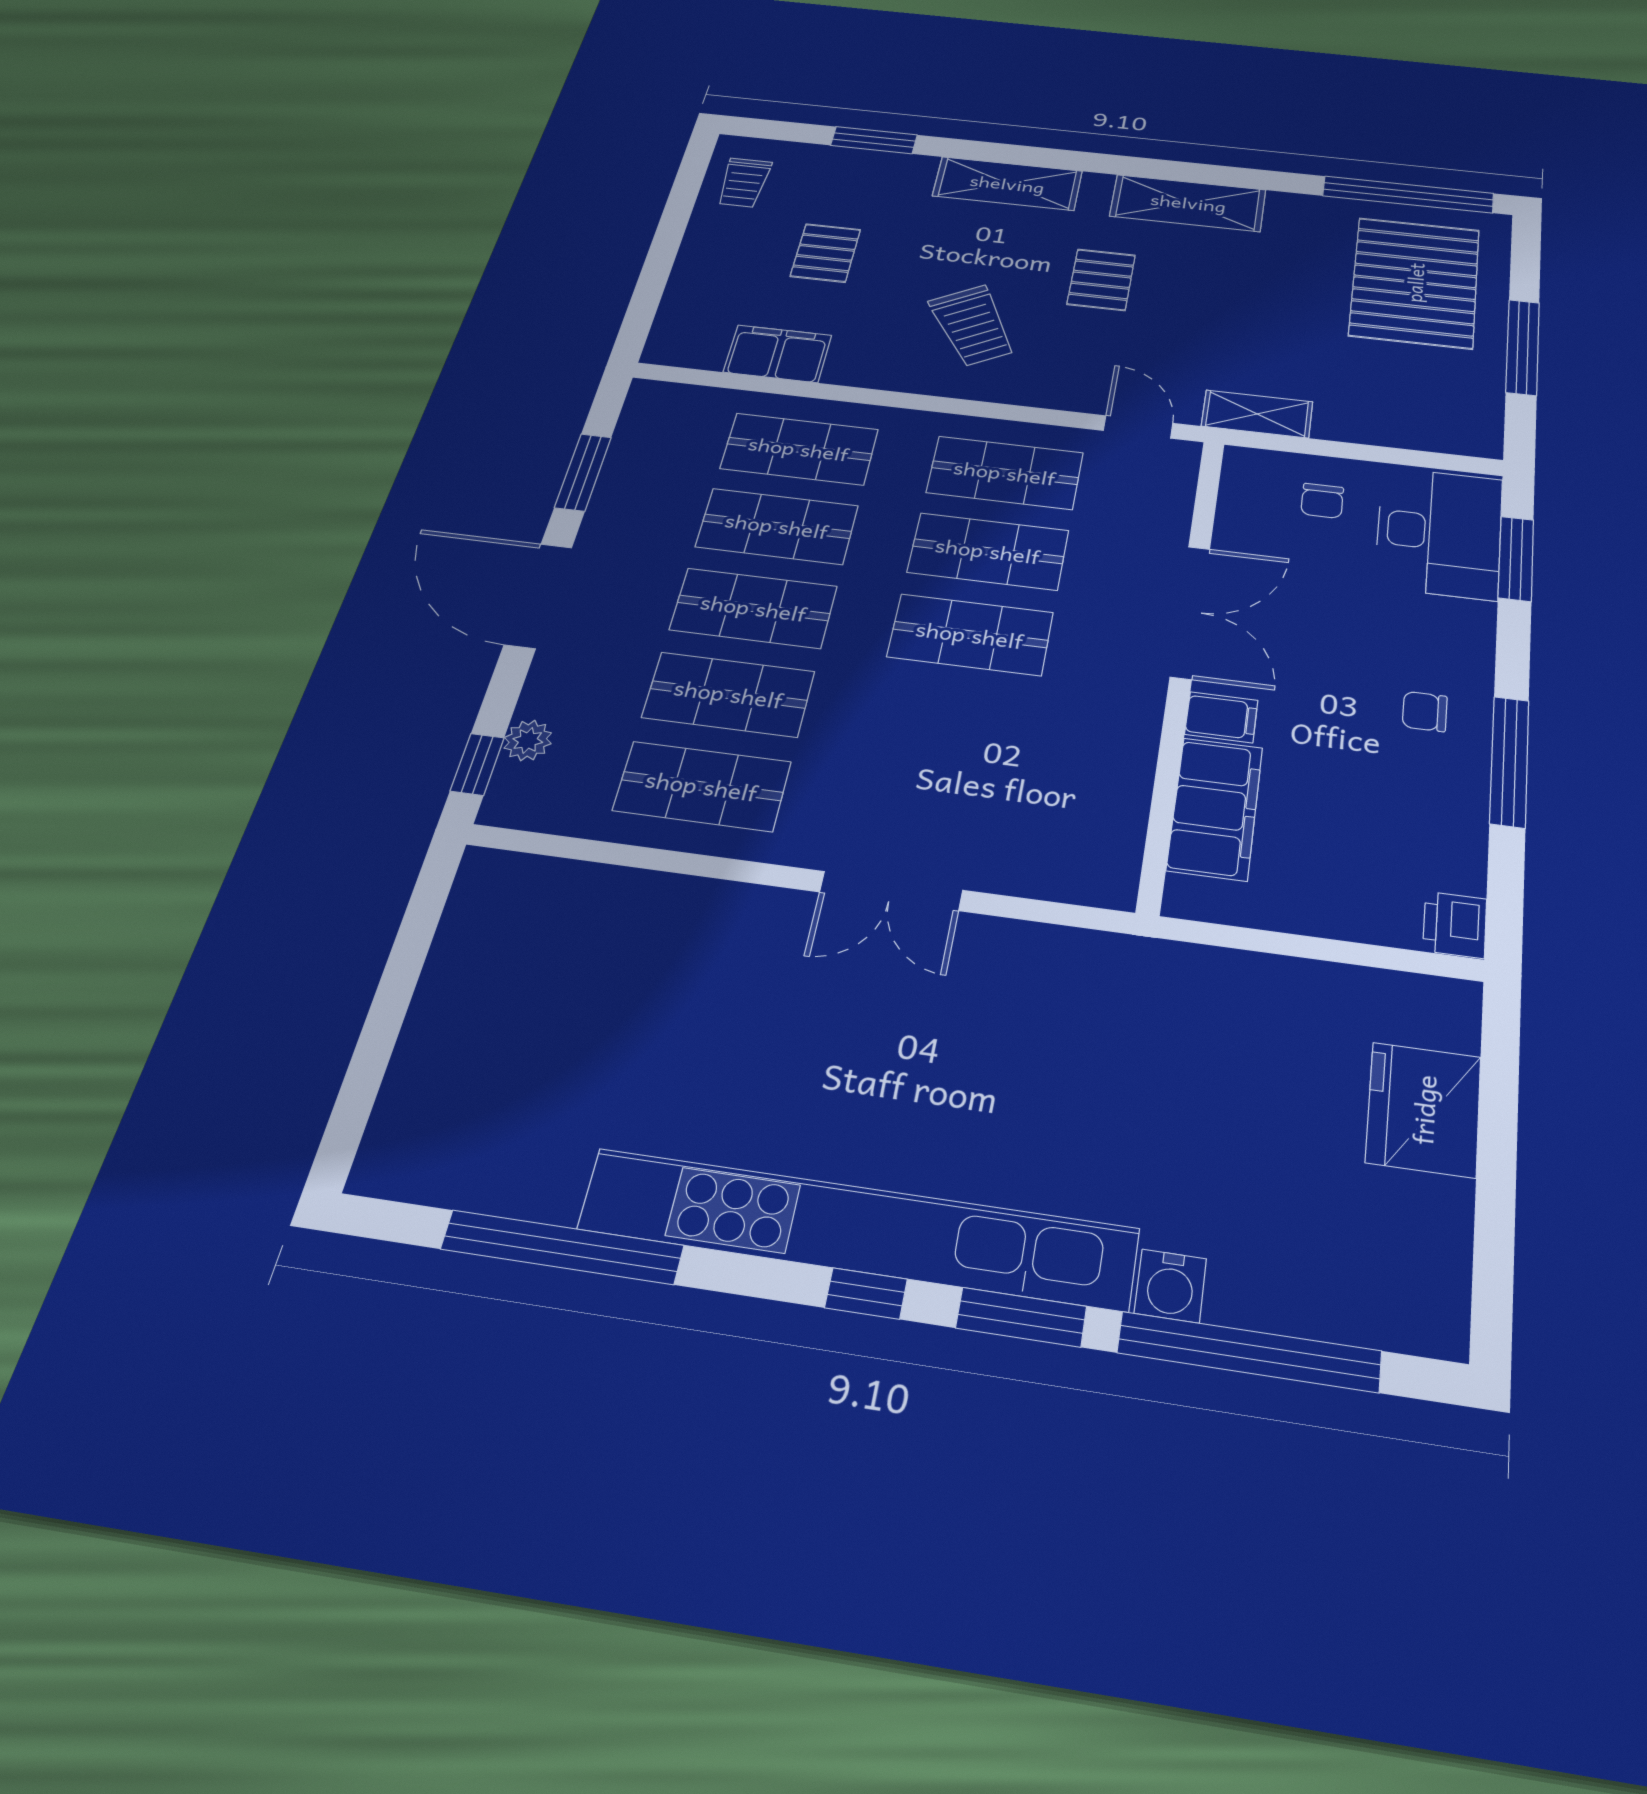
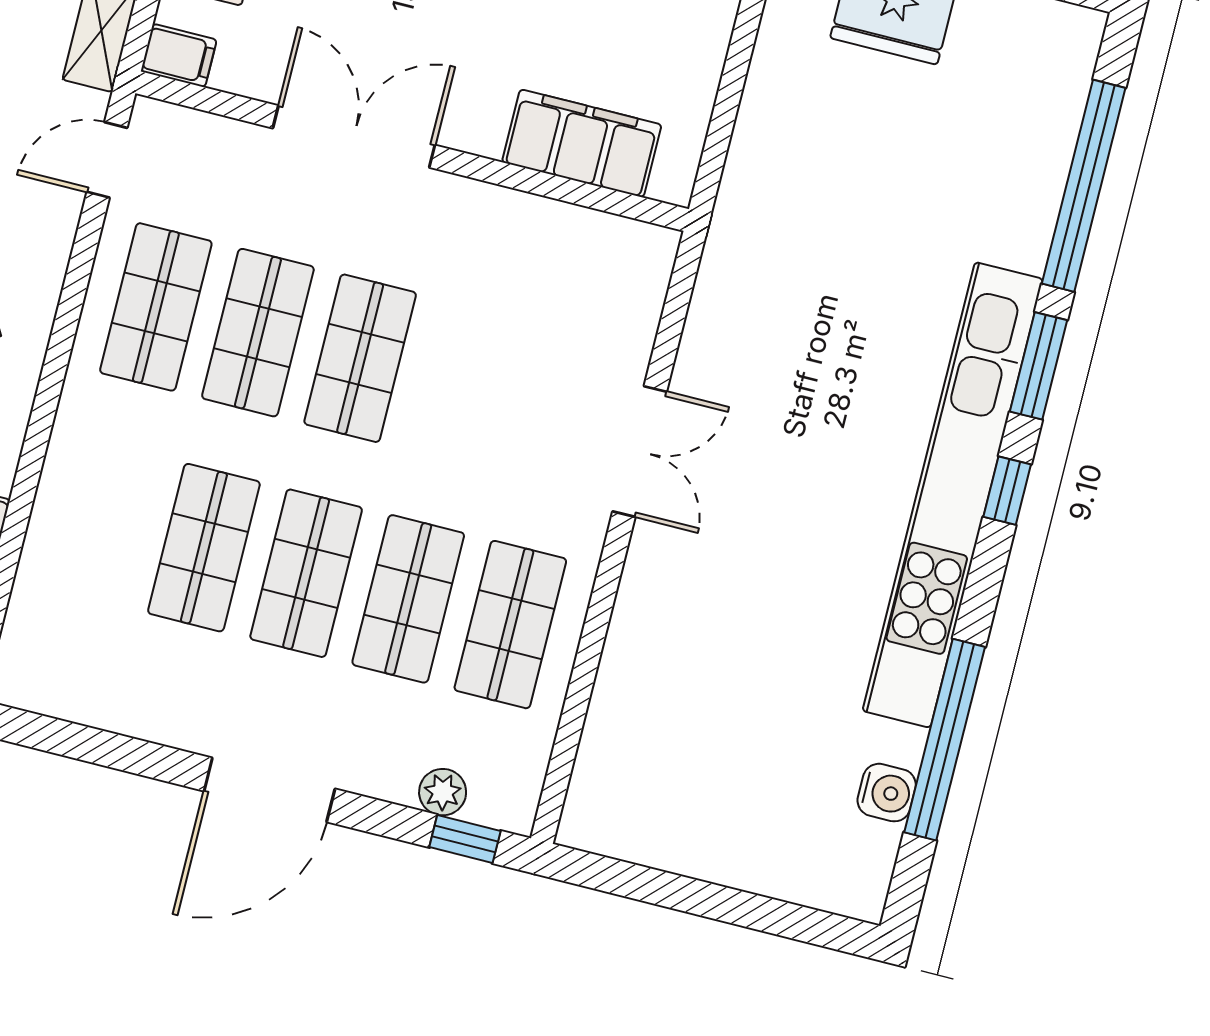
shop shelf: (799, 449) -> (102, 522), removed
window: (583, 472) -> (112, 750), removed
filing cabinet: (1221, 717) -> (179, 56), moved, turned 90
water cooler: (1170, 1286) -> (887, 793), moved

